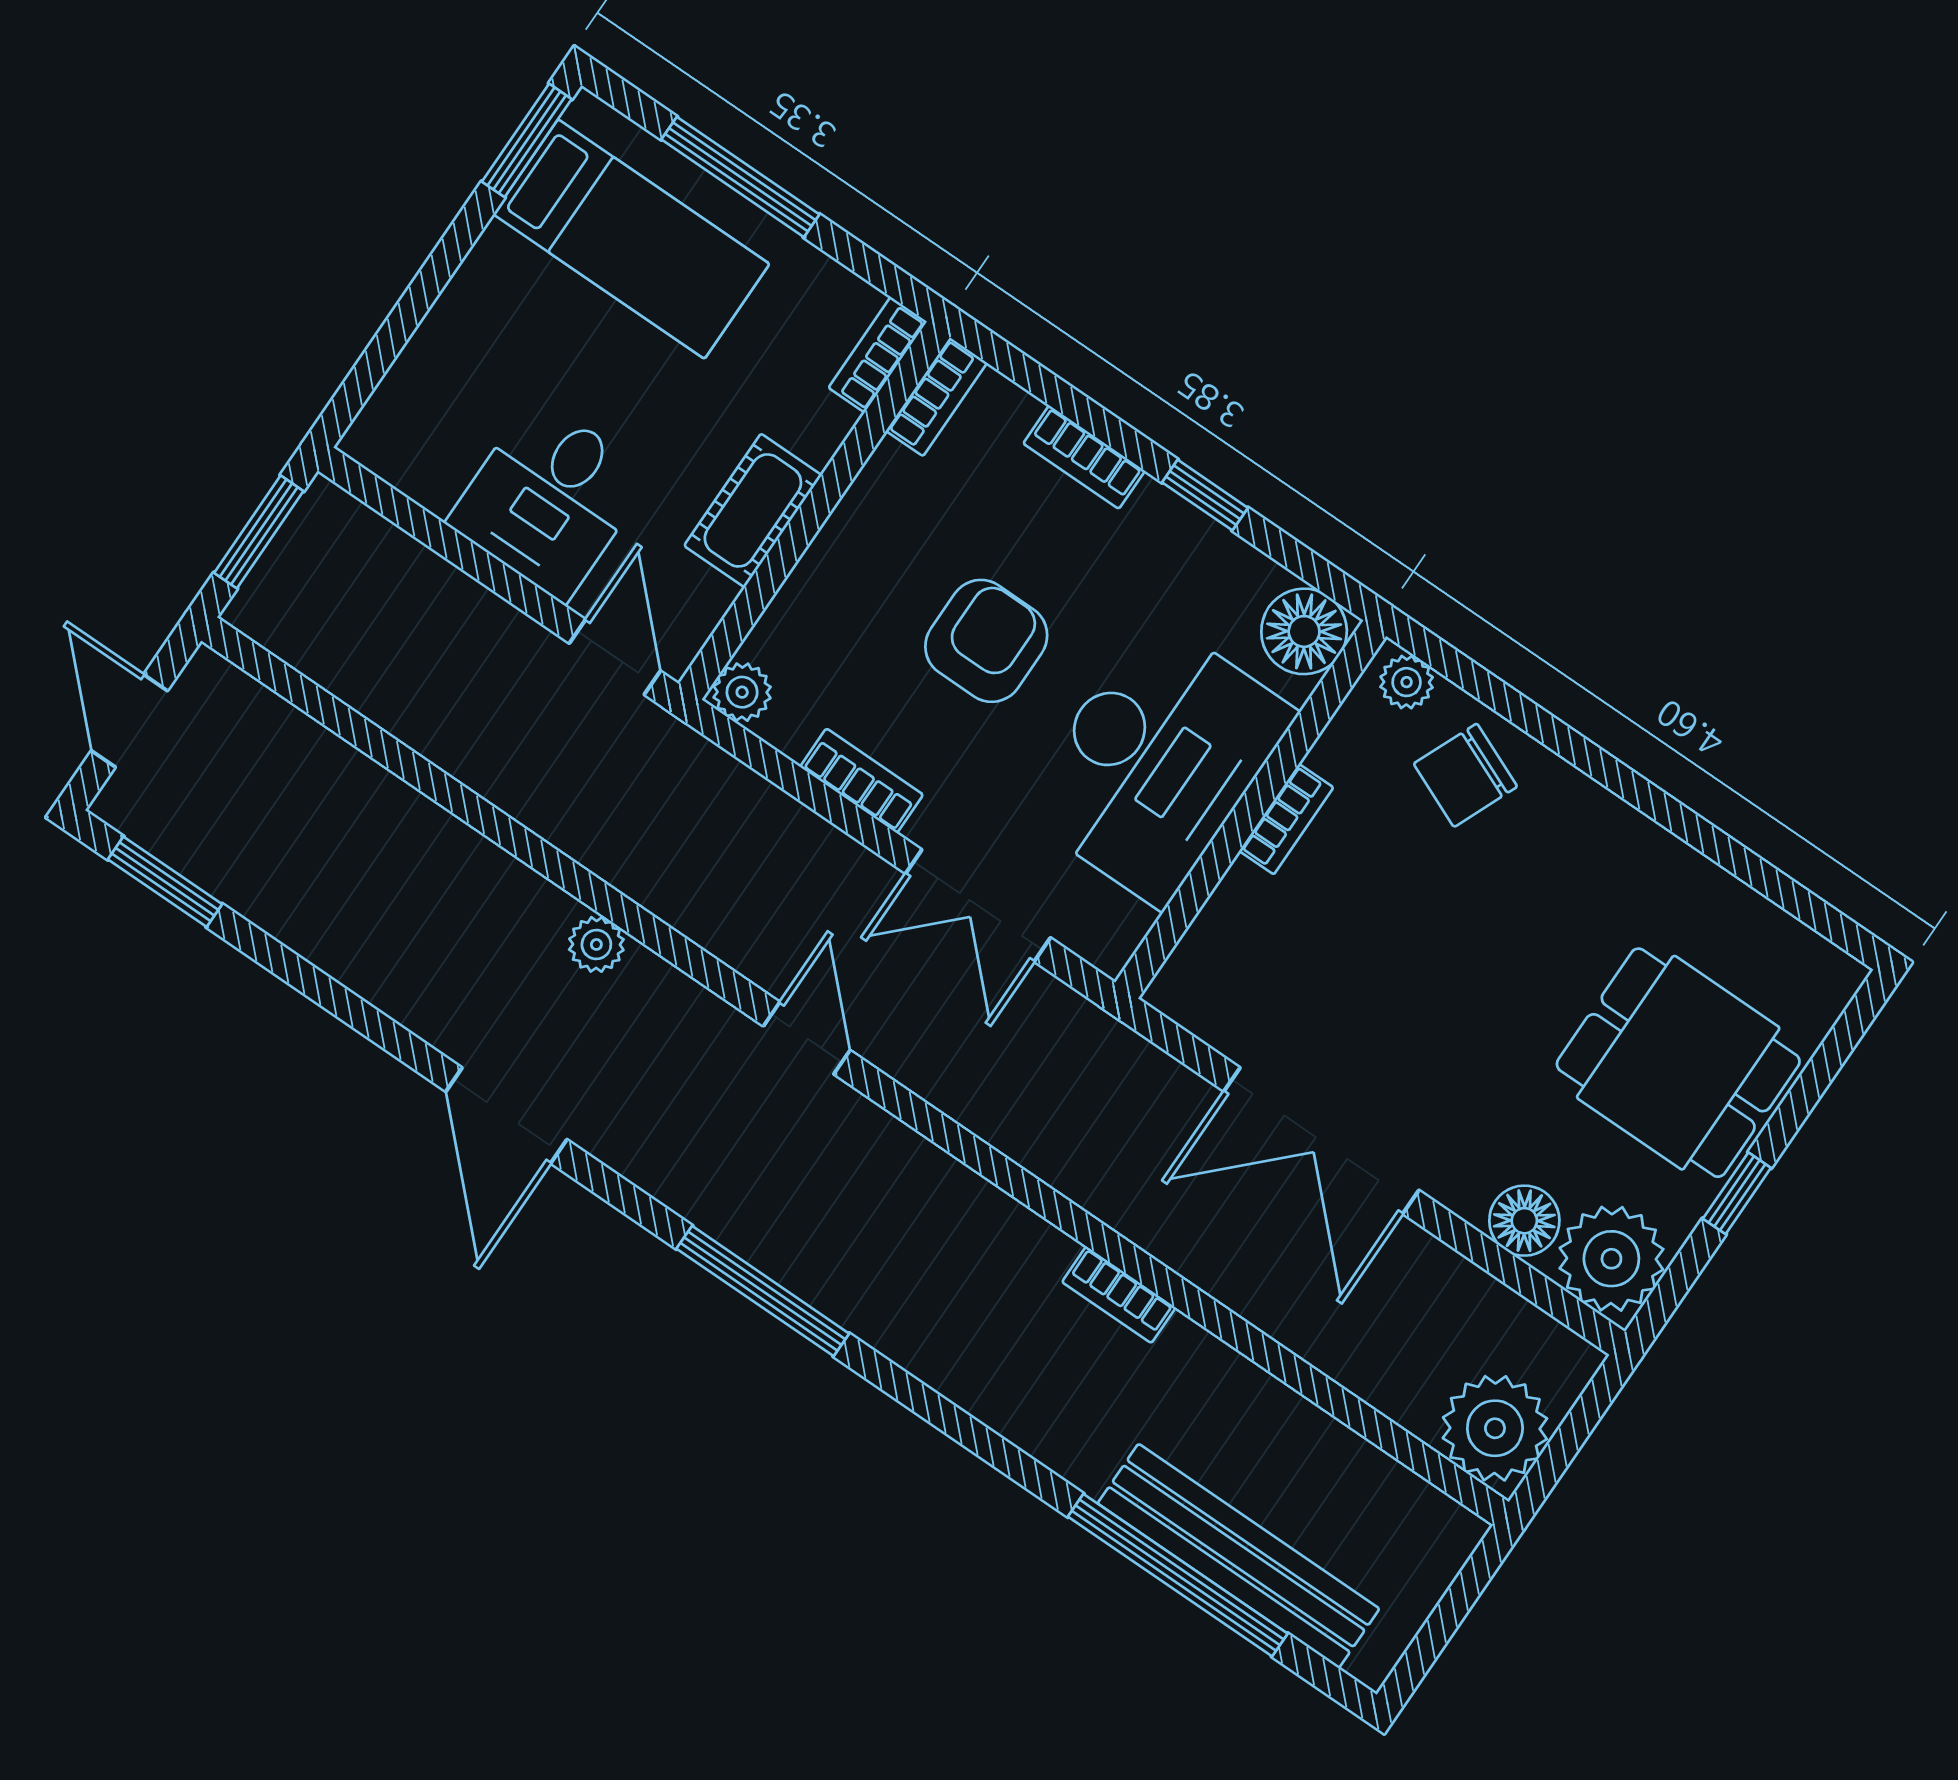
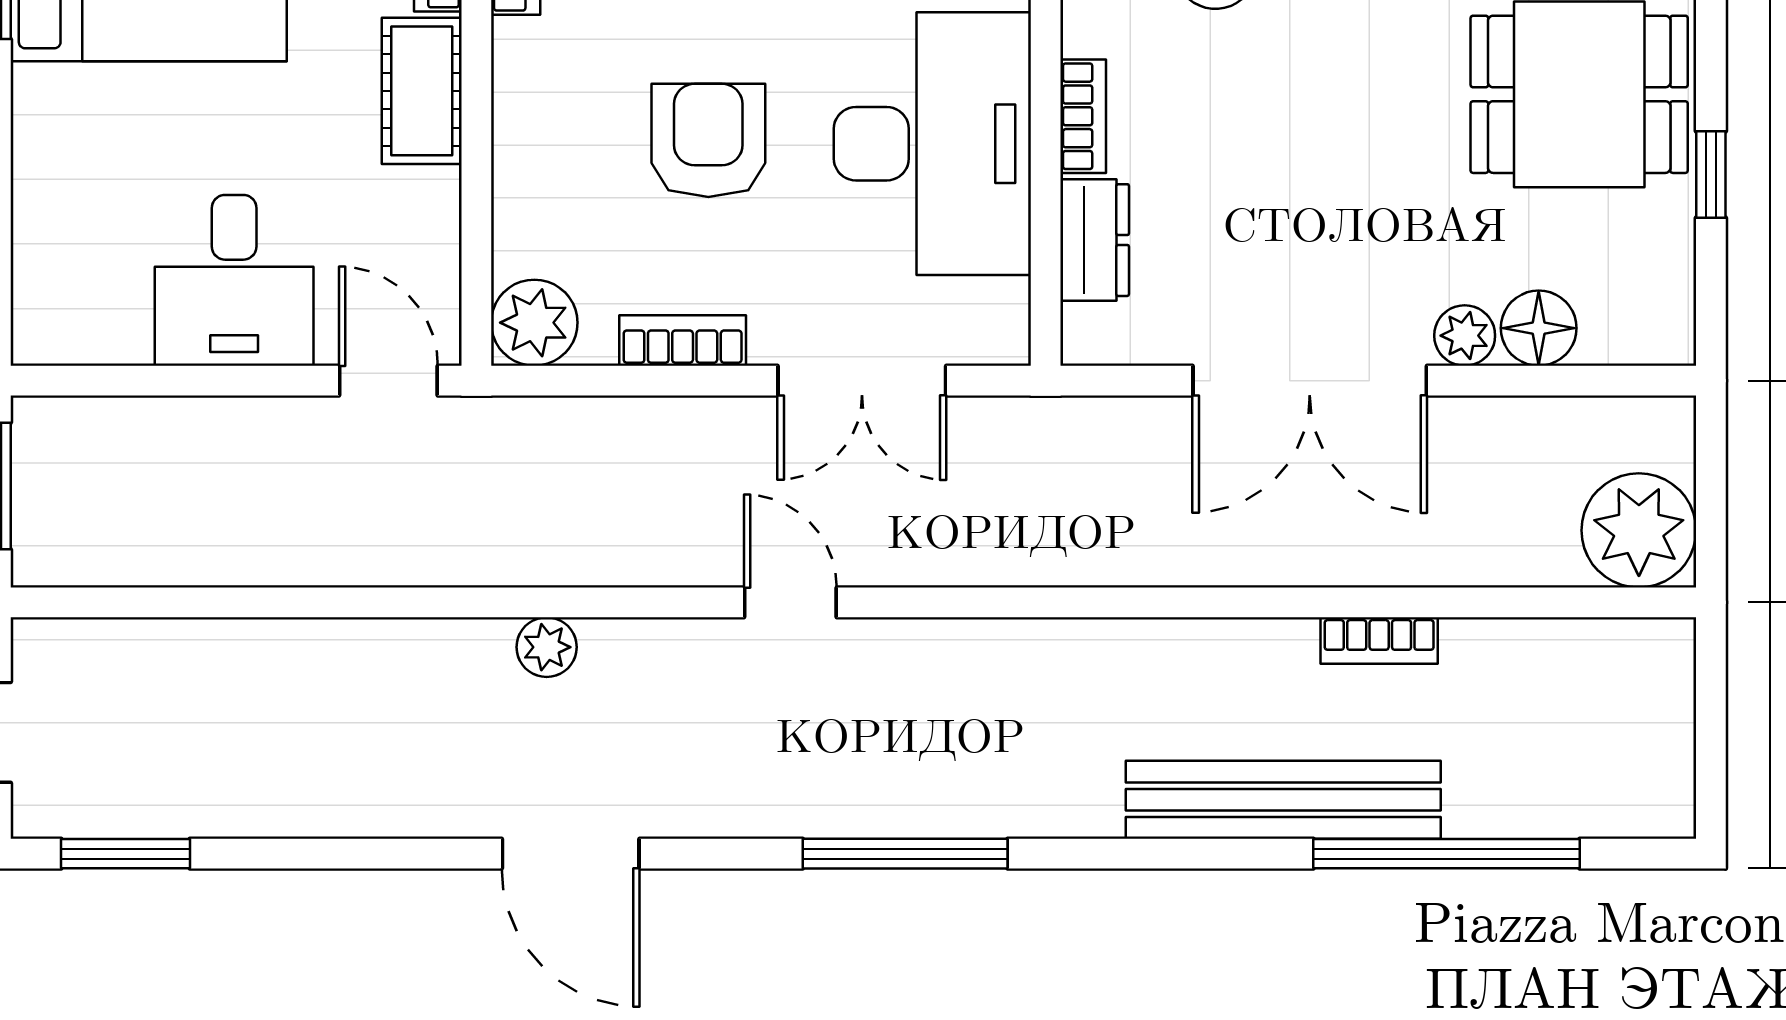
cot: (753, 510) -> (422, 91), moved
plant: (742, 692) -> (534, 323), width x1.38, depth x1.38
dresser: (1230, 920) -> (1095, 240), added
plant: (1611, 1259) -> (1465, 336), moved, width x0.53, depth x0.53
bookcase: (1119, 1295) -> (1379, 641), moved
bench: (1239, 1556) -> (1283, 800), moved

